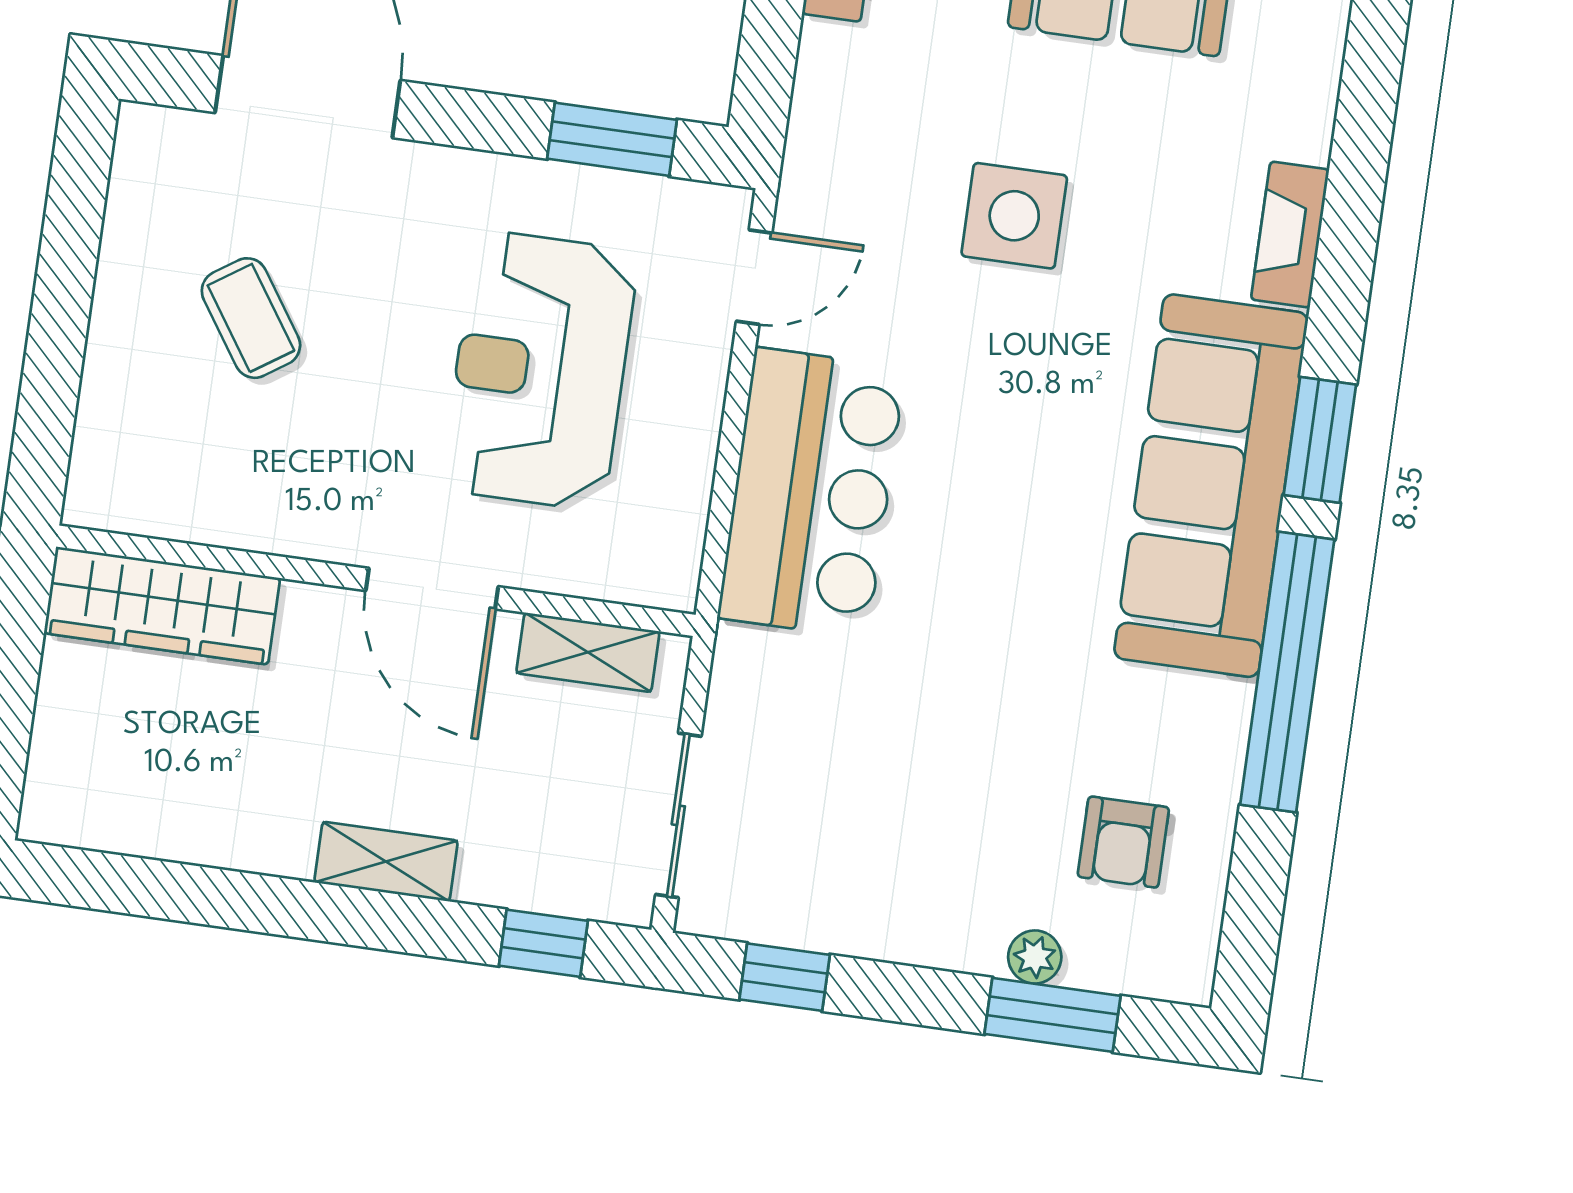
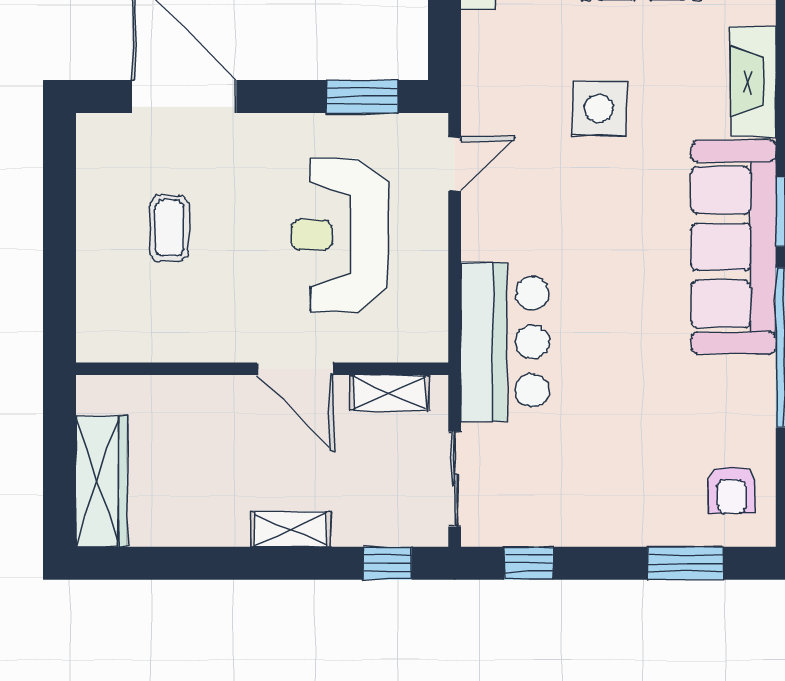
fireplace: (1290, 235) -> (753, 82), width x1.37, depth x1.32
coffee table: (251, 318) -> (169, 228), turned 34
bar counter: (811, 493) -> (505, 342), moved
wardrobe: (162, 606) -> (101, 481), moved, turned -90
armchair: (1123, 842) -> (732, 490), moved
plant: (1035, 957) -> (670, 532), removed

